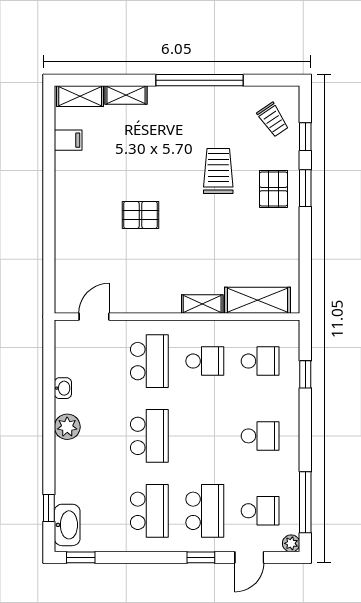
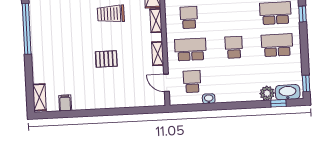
shelving: (126, 95) -> (158, 54), moved
trolley: (218, 171) -> (111, 14), moved
pallet: (140, 215) -> (106, 59), turned 90
school desk: (94, 361) -> (192, 81), added
plant: (67, 427) -> (267, 93), moved
school desk: (149, 436) -> (234, 47), width x0.54

